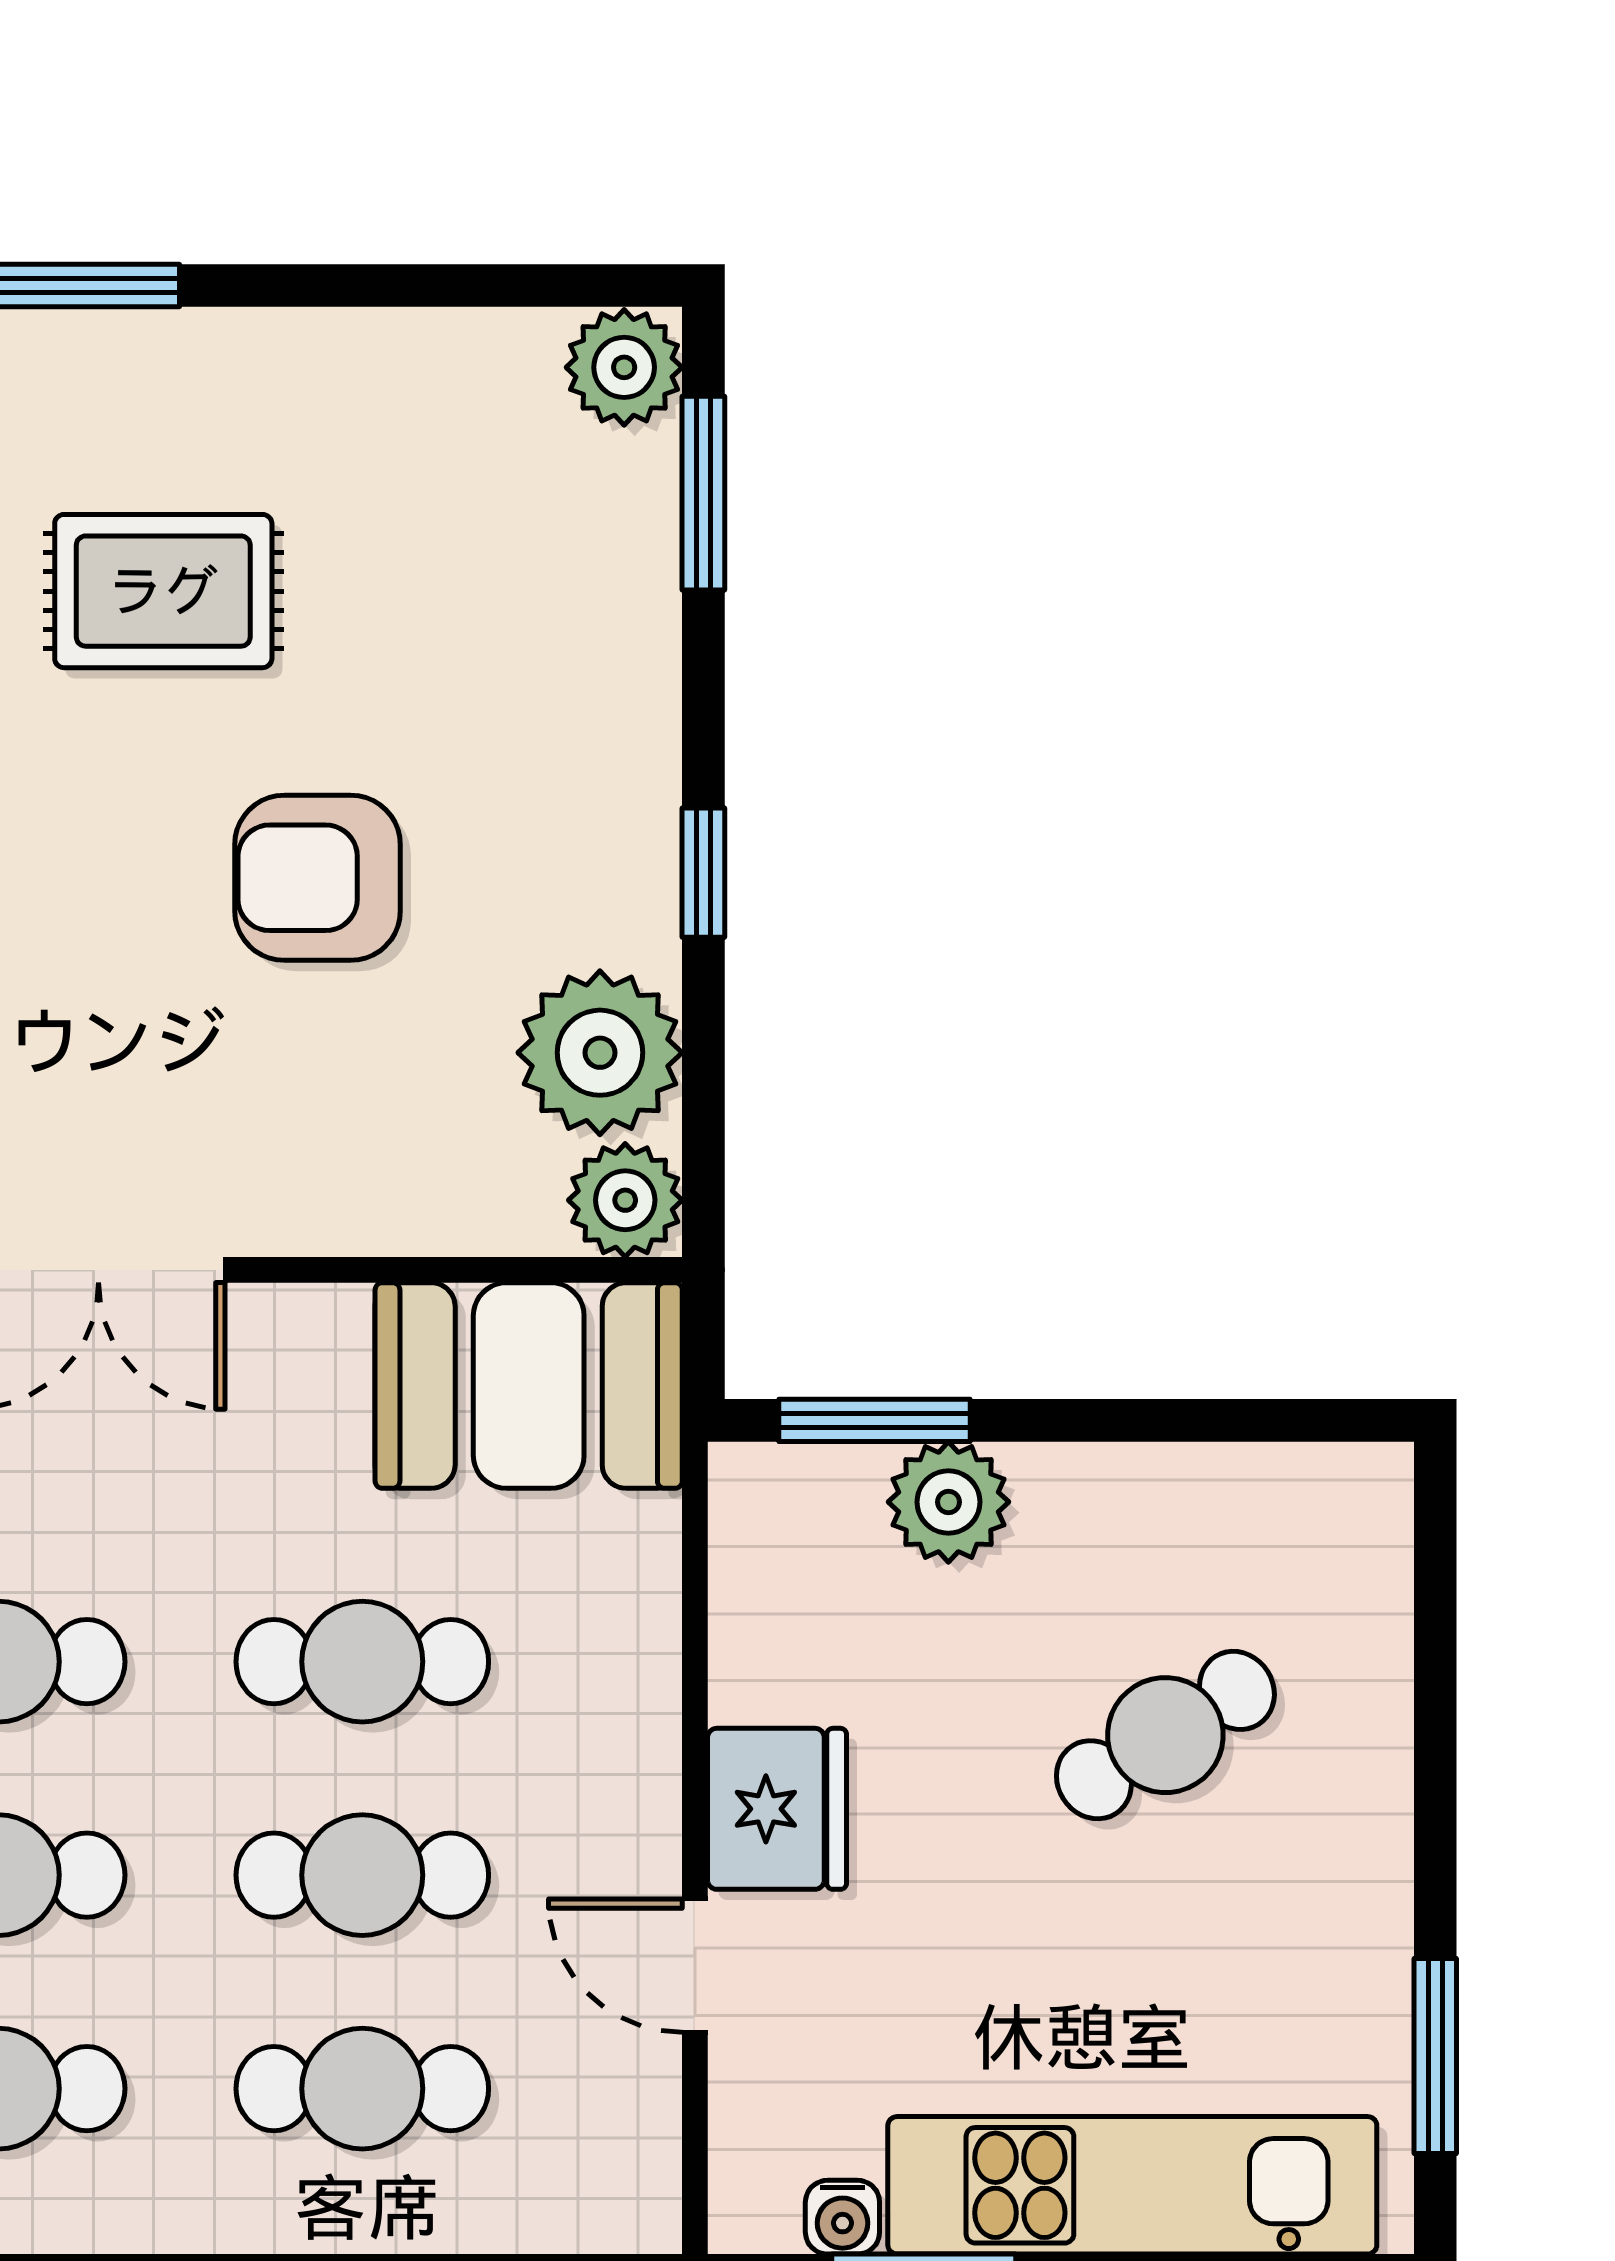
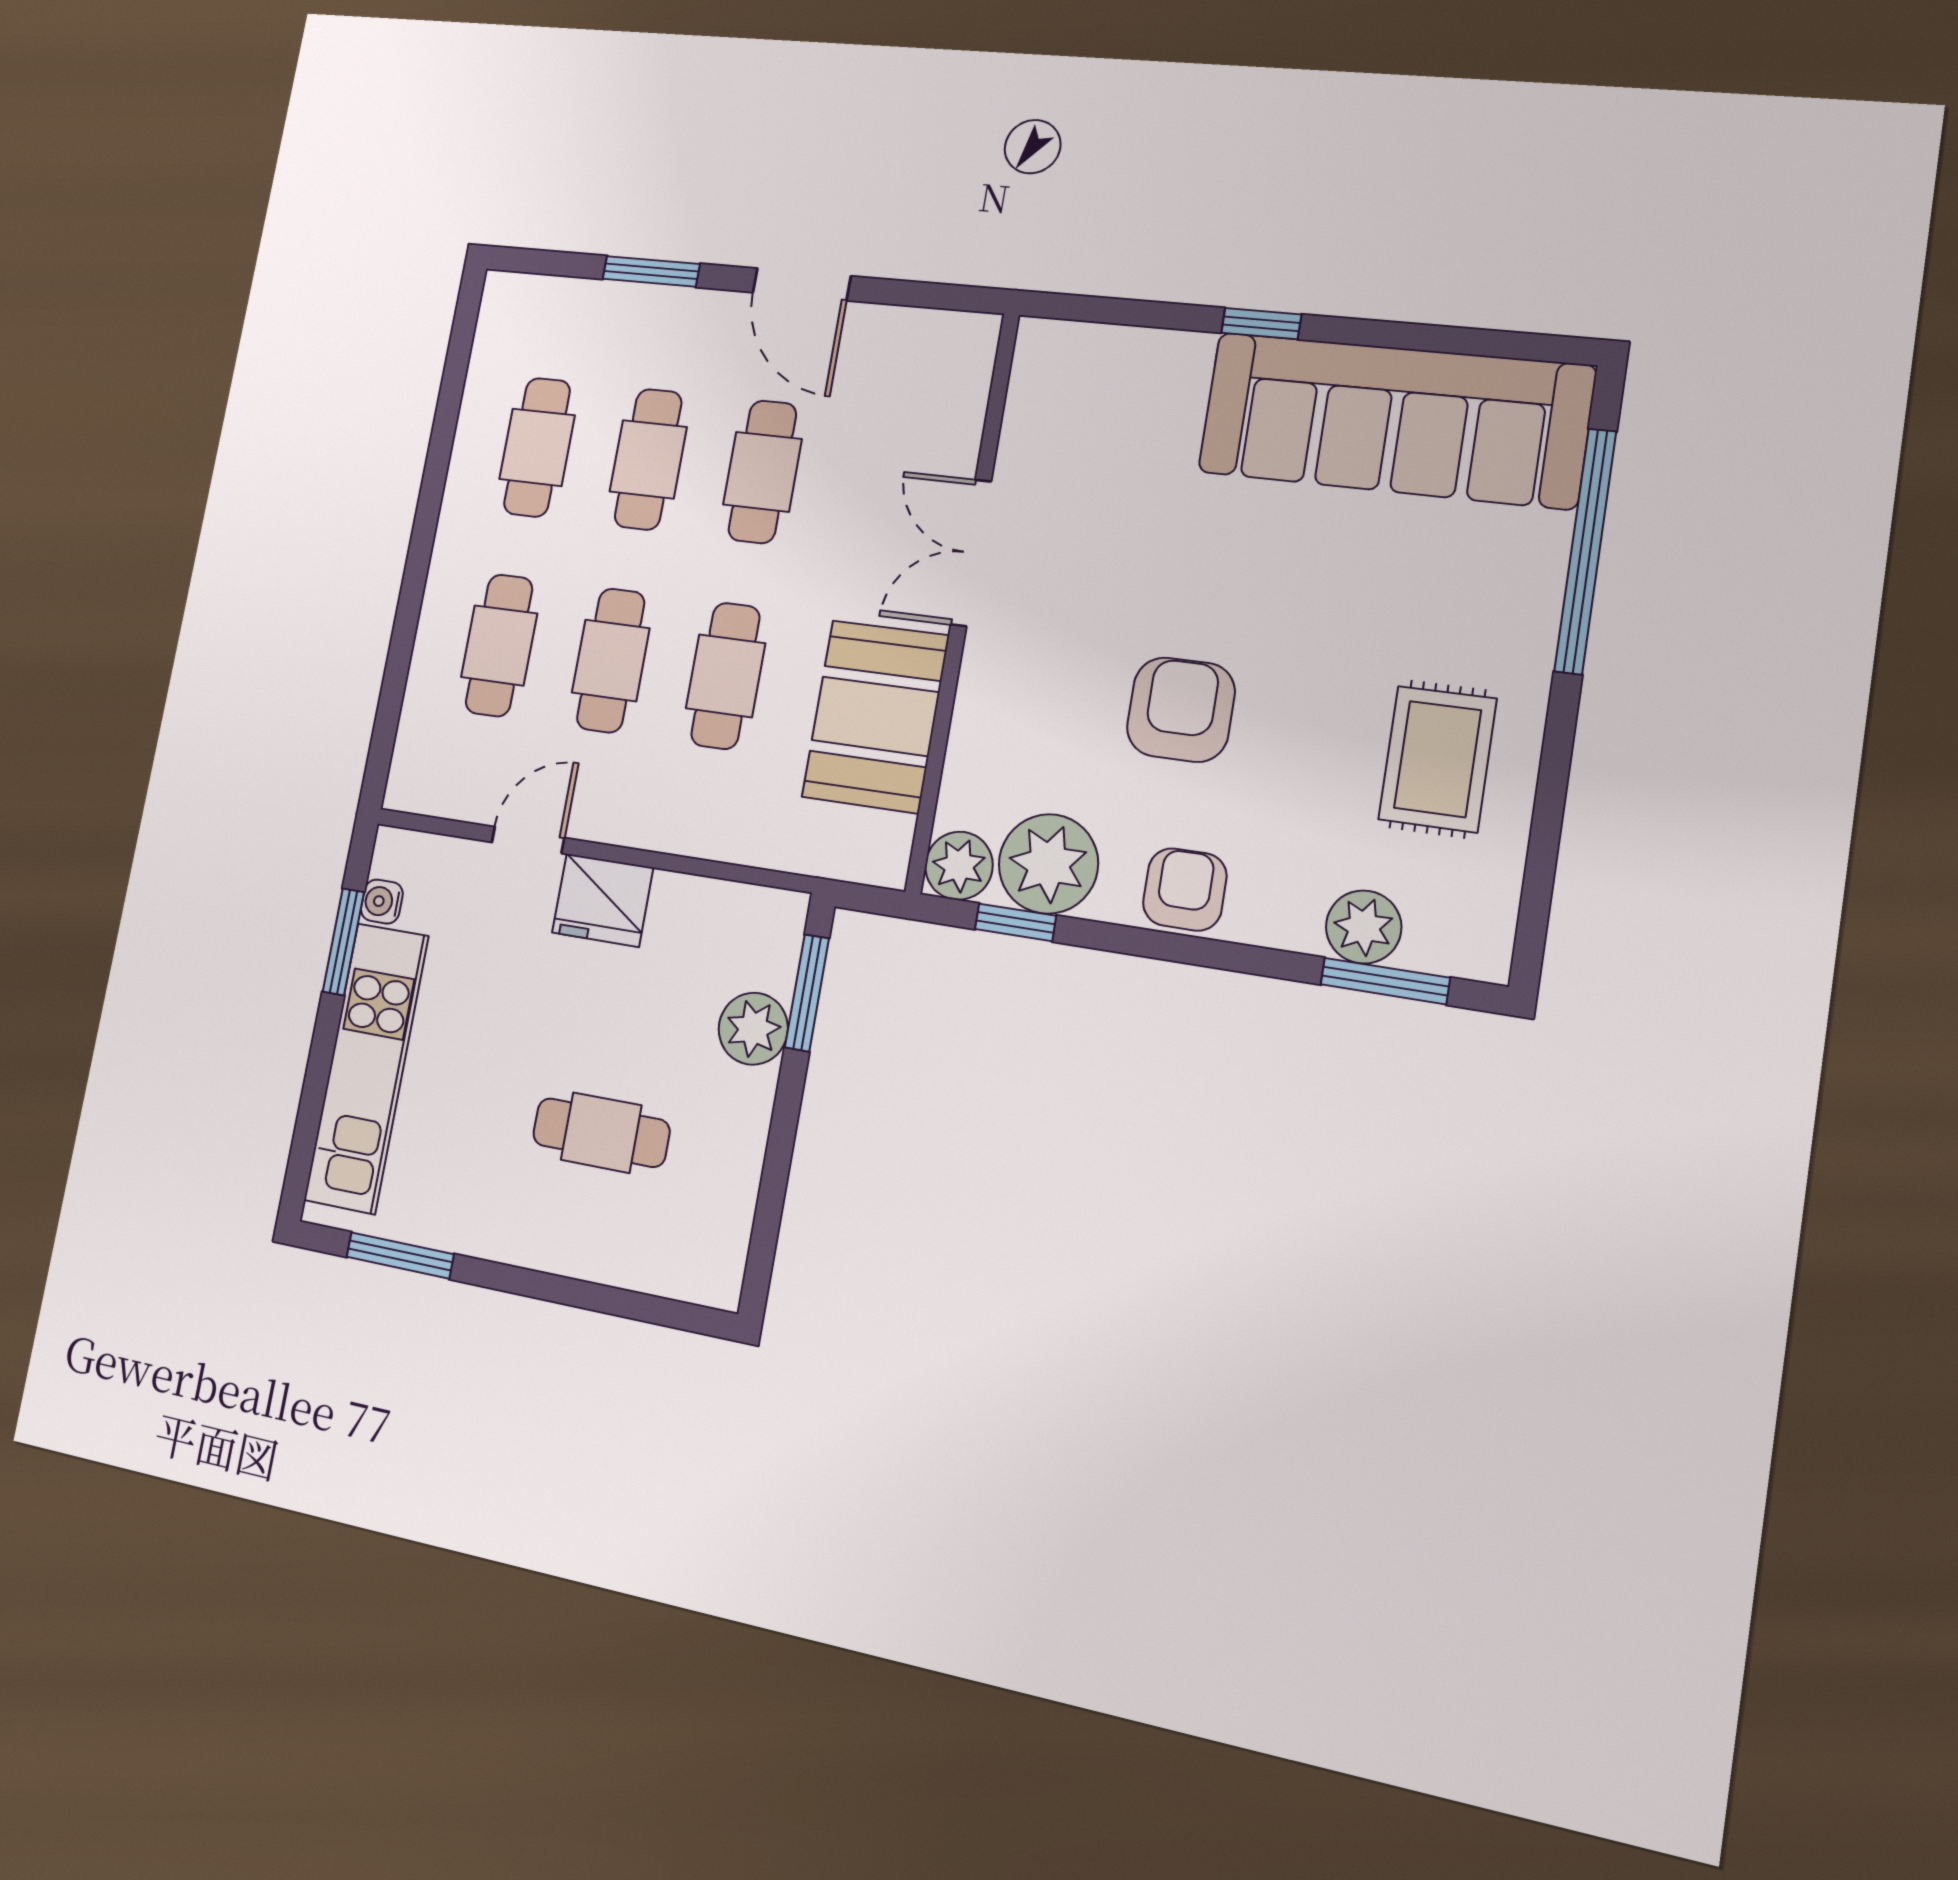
plant: (624, 367) -> (1364, 927), moved
rug: (163, 591) -> (1437, 759), moved
armchair: (608, 826) -> (1185, 889), added
window: (703, 873) -> (1016, 922), moved
booth: (529, 1386) -> (875, 716), moved
cafe table: (1165, 1735) -> (601, 1133), turned -58

